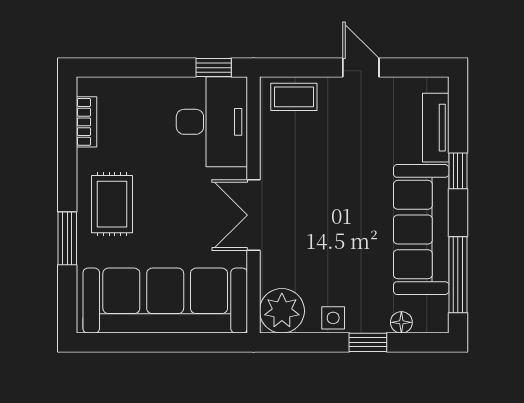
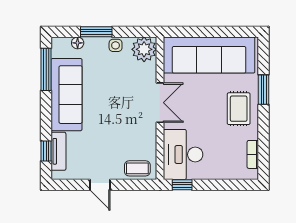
window: (458, 171) -> (46, 151), moved
window: (368, 342) -> (96, 32), width x1.50

